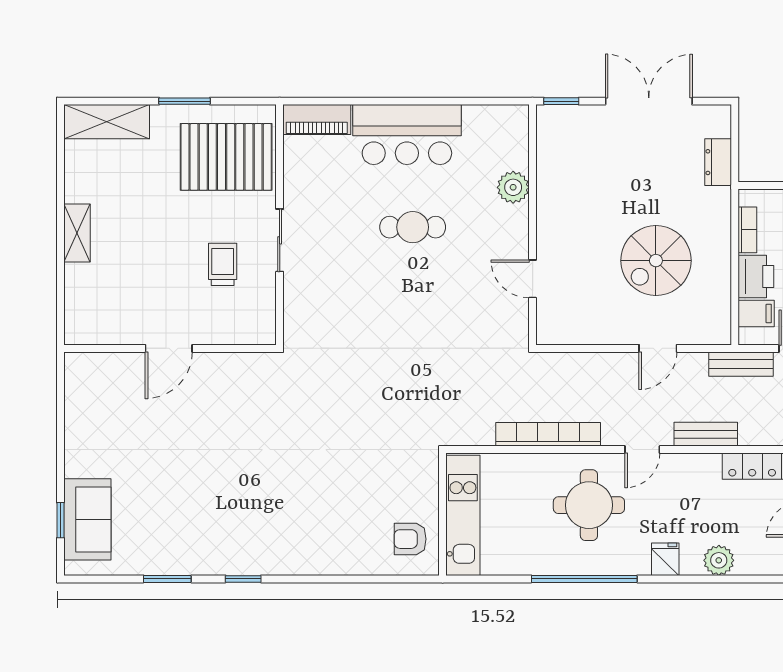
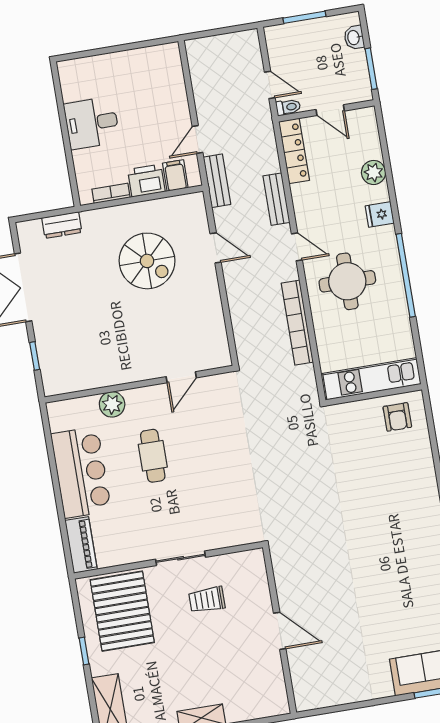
window: (184, 101) -> (84, 651), width x0.67
plant: (513, 187) -> (112, 404), moved
wall: (533, 225) -> (139, 384), moved
door: (533, 279) -> (181, 377), moved

